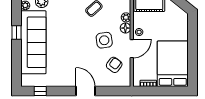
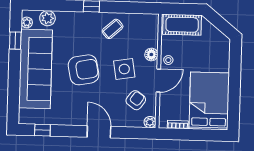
plant: (126, 17) -> (150, 122), moved
window: (17, 33) -> (15, 41), moved
armchair: (72, 42) -> (84, 70), added

